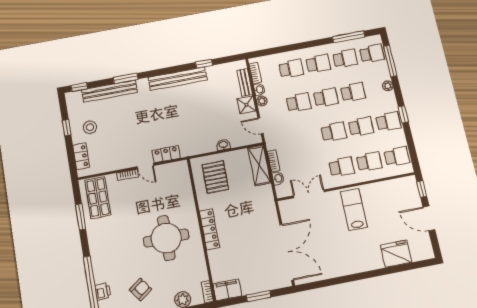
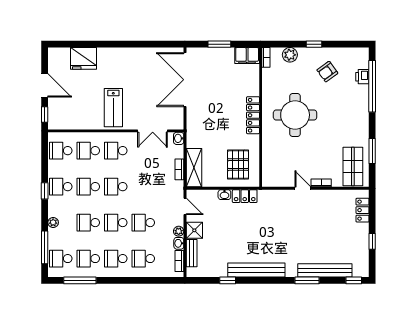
stool: (90, 127) -> (350, 237), removed
locker: (166, 154) -> (245, 196), moved
washbasin: (278, 178) -> (179, 138), moved

